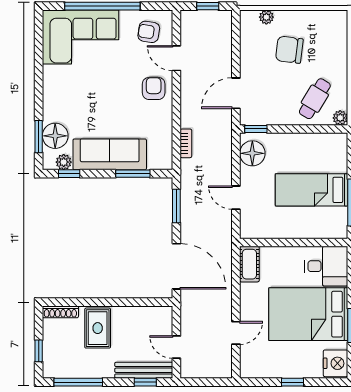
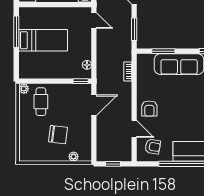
cafe table: (315, 99) -> (41, 102), turned -31
floor lamp: (252, 153) -> (87, 65), width x0.53, depth x0.53
door: (236, 198) -> (94, 20), moved

